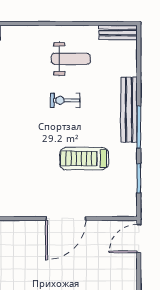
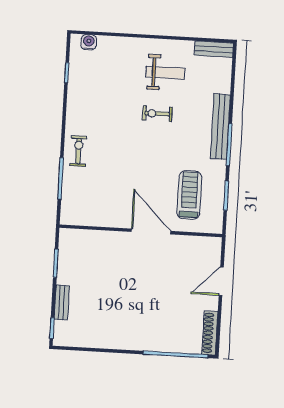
treadmill: (84, 158) -> (189, 195), moved, turned 90
door: (66, 219) -> (151, 231), swing flipped
door: (139, 239) -> (221, 281), moved

